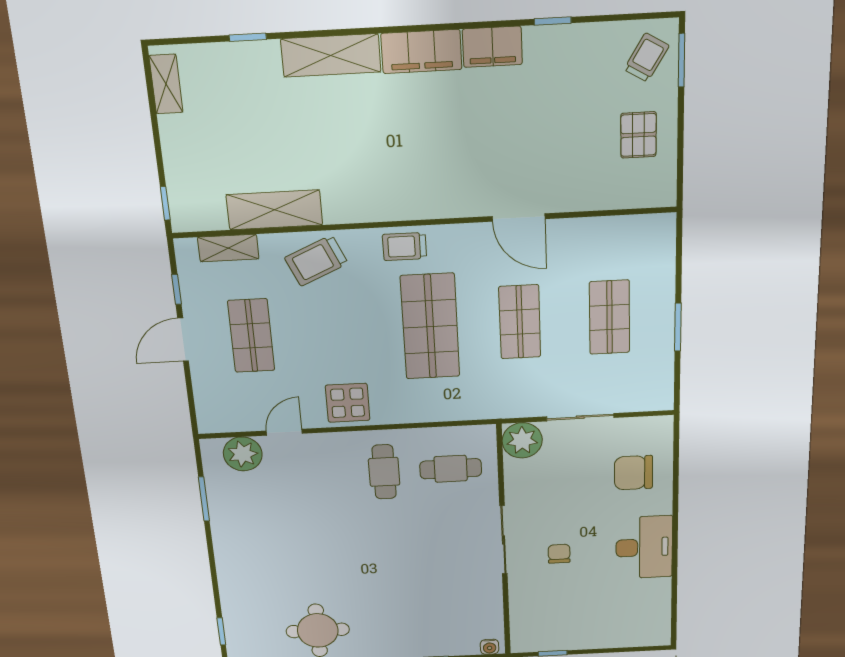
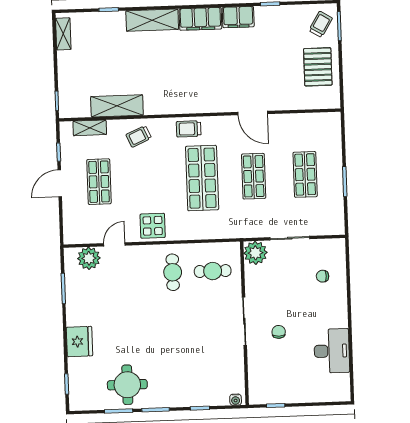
pallet: (638, 135) -> (318, 67), width x1.50, depth x1.42
trolley: (316, 261) -> (139, 136), width x0.73, depth x0.72
chair: (633, 473) -> (323, 276), width x0.54, depth x0.54
desk: (644, 547) -> (332, 351), moved
fridge: (237, 573) -> (79, 342), added

